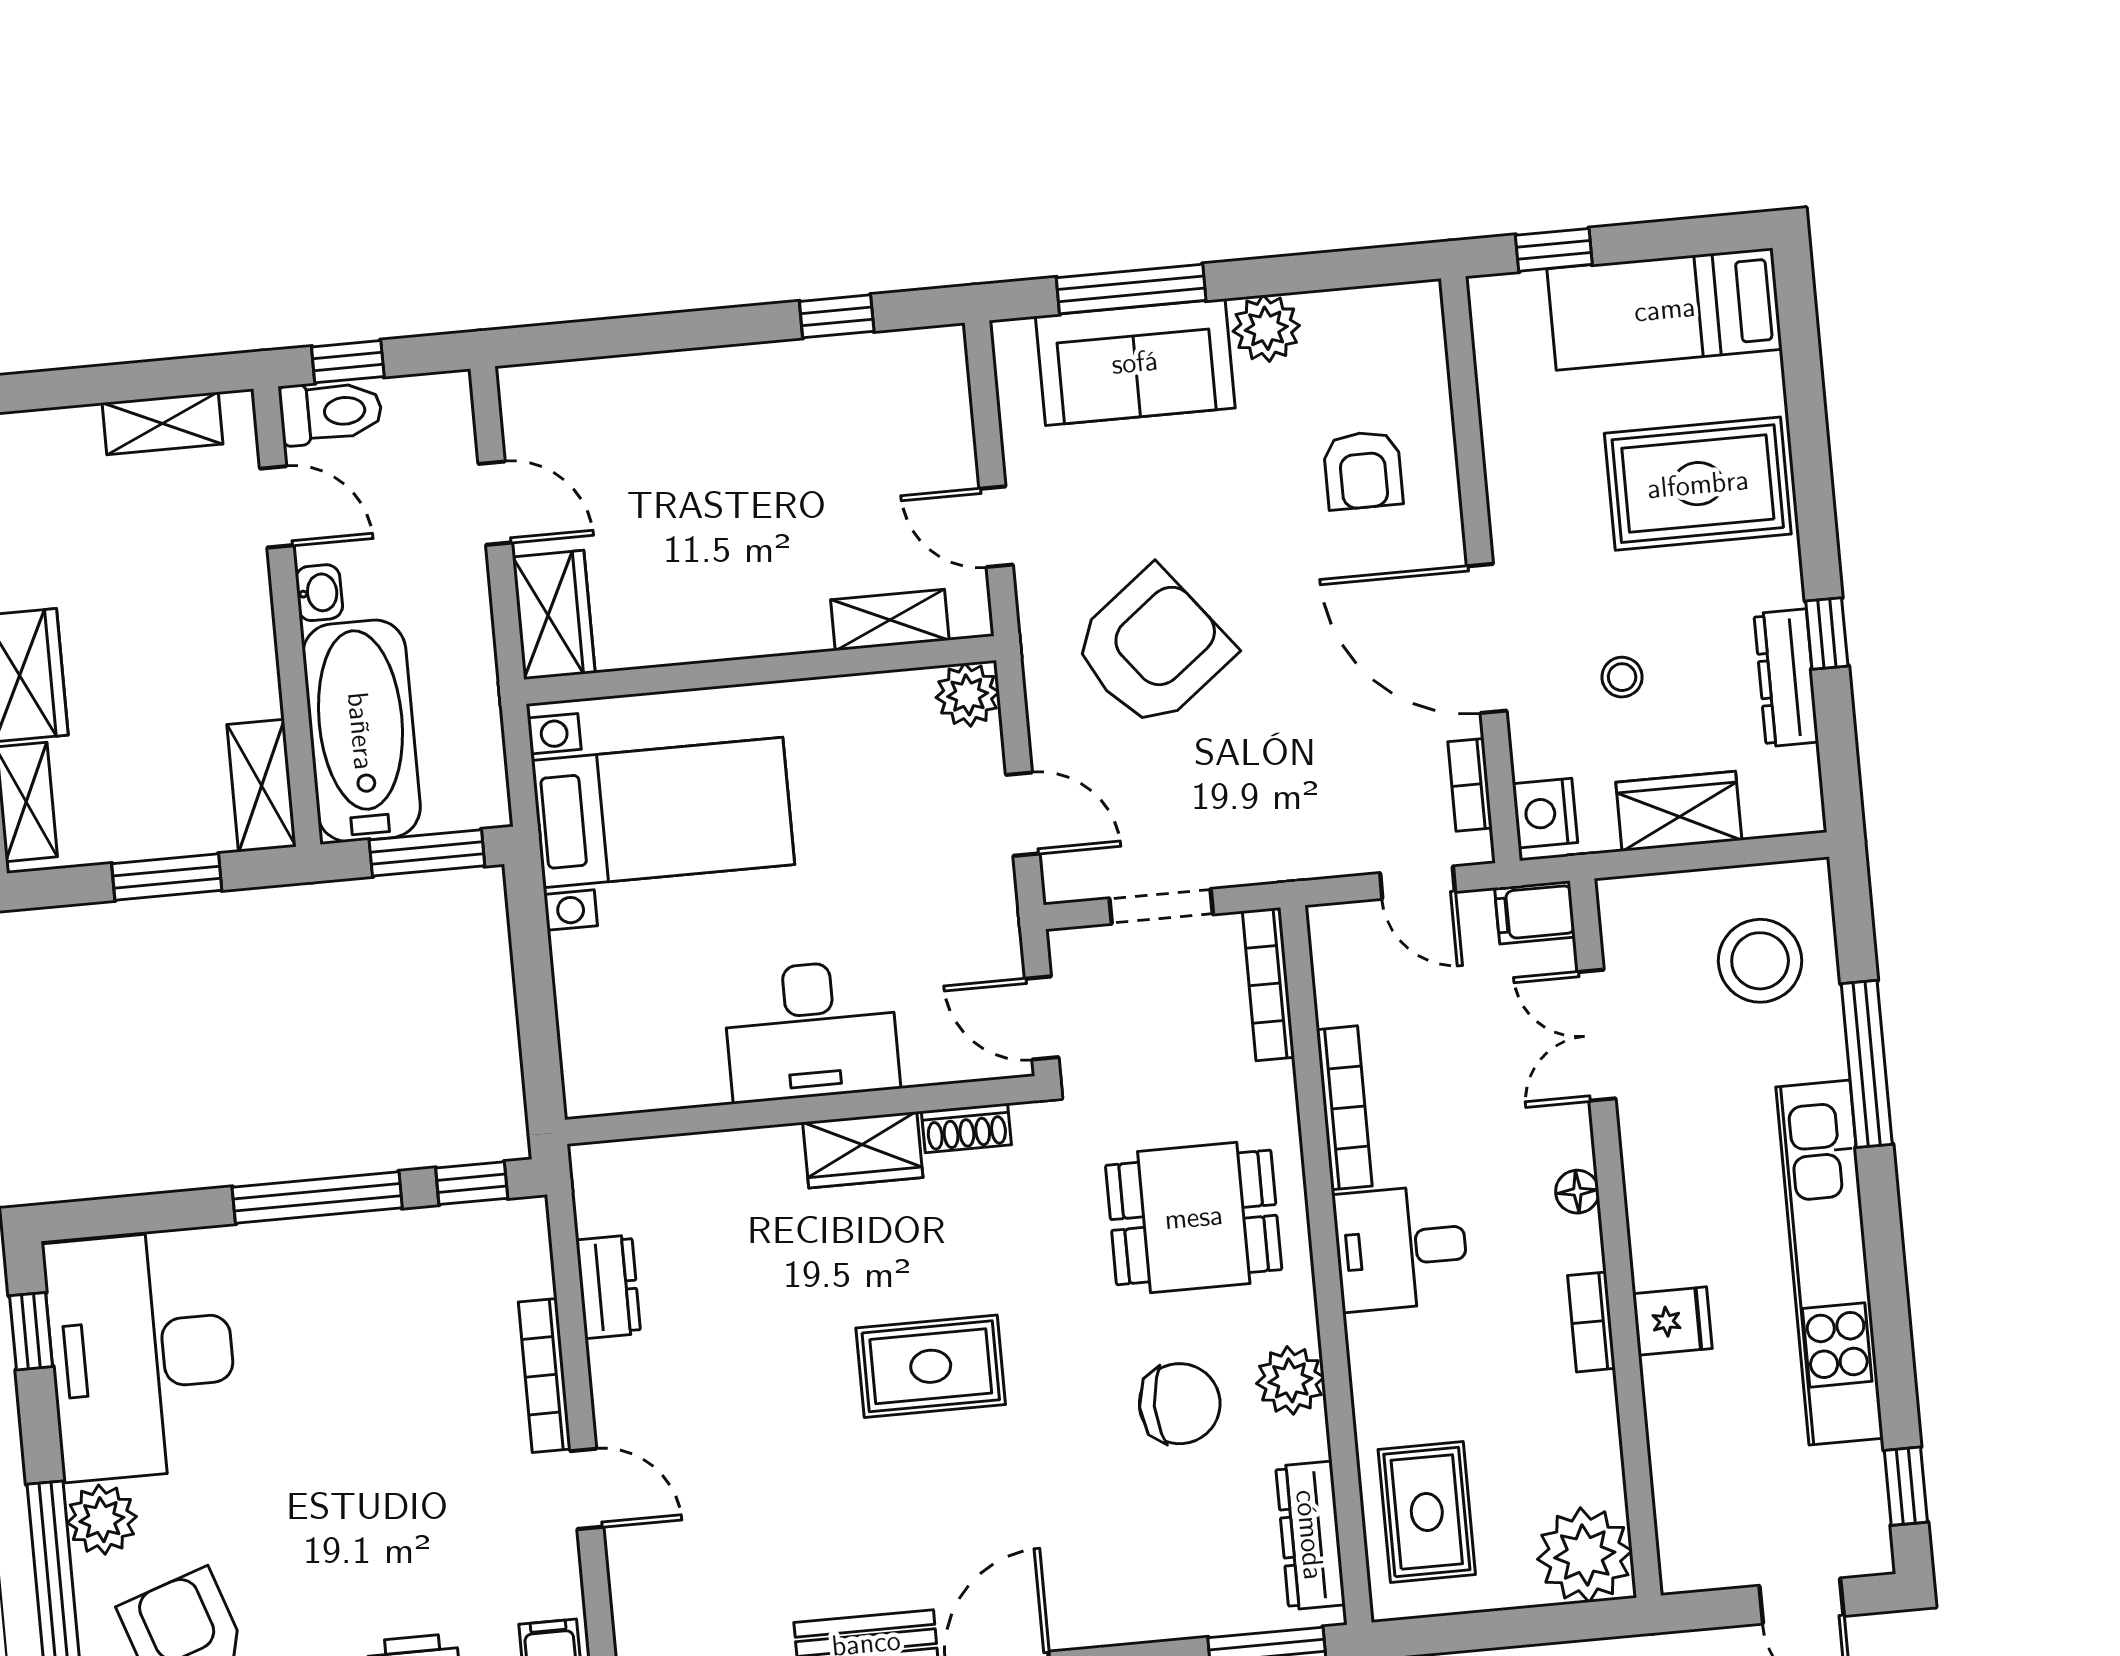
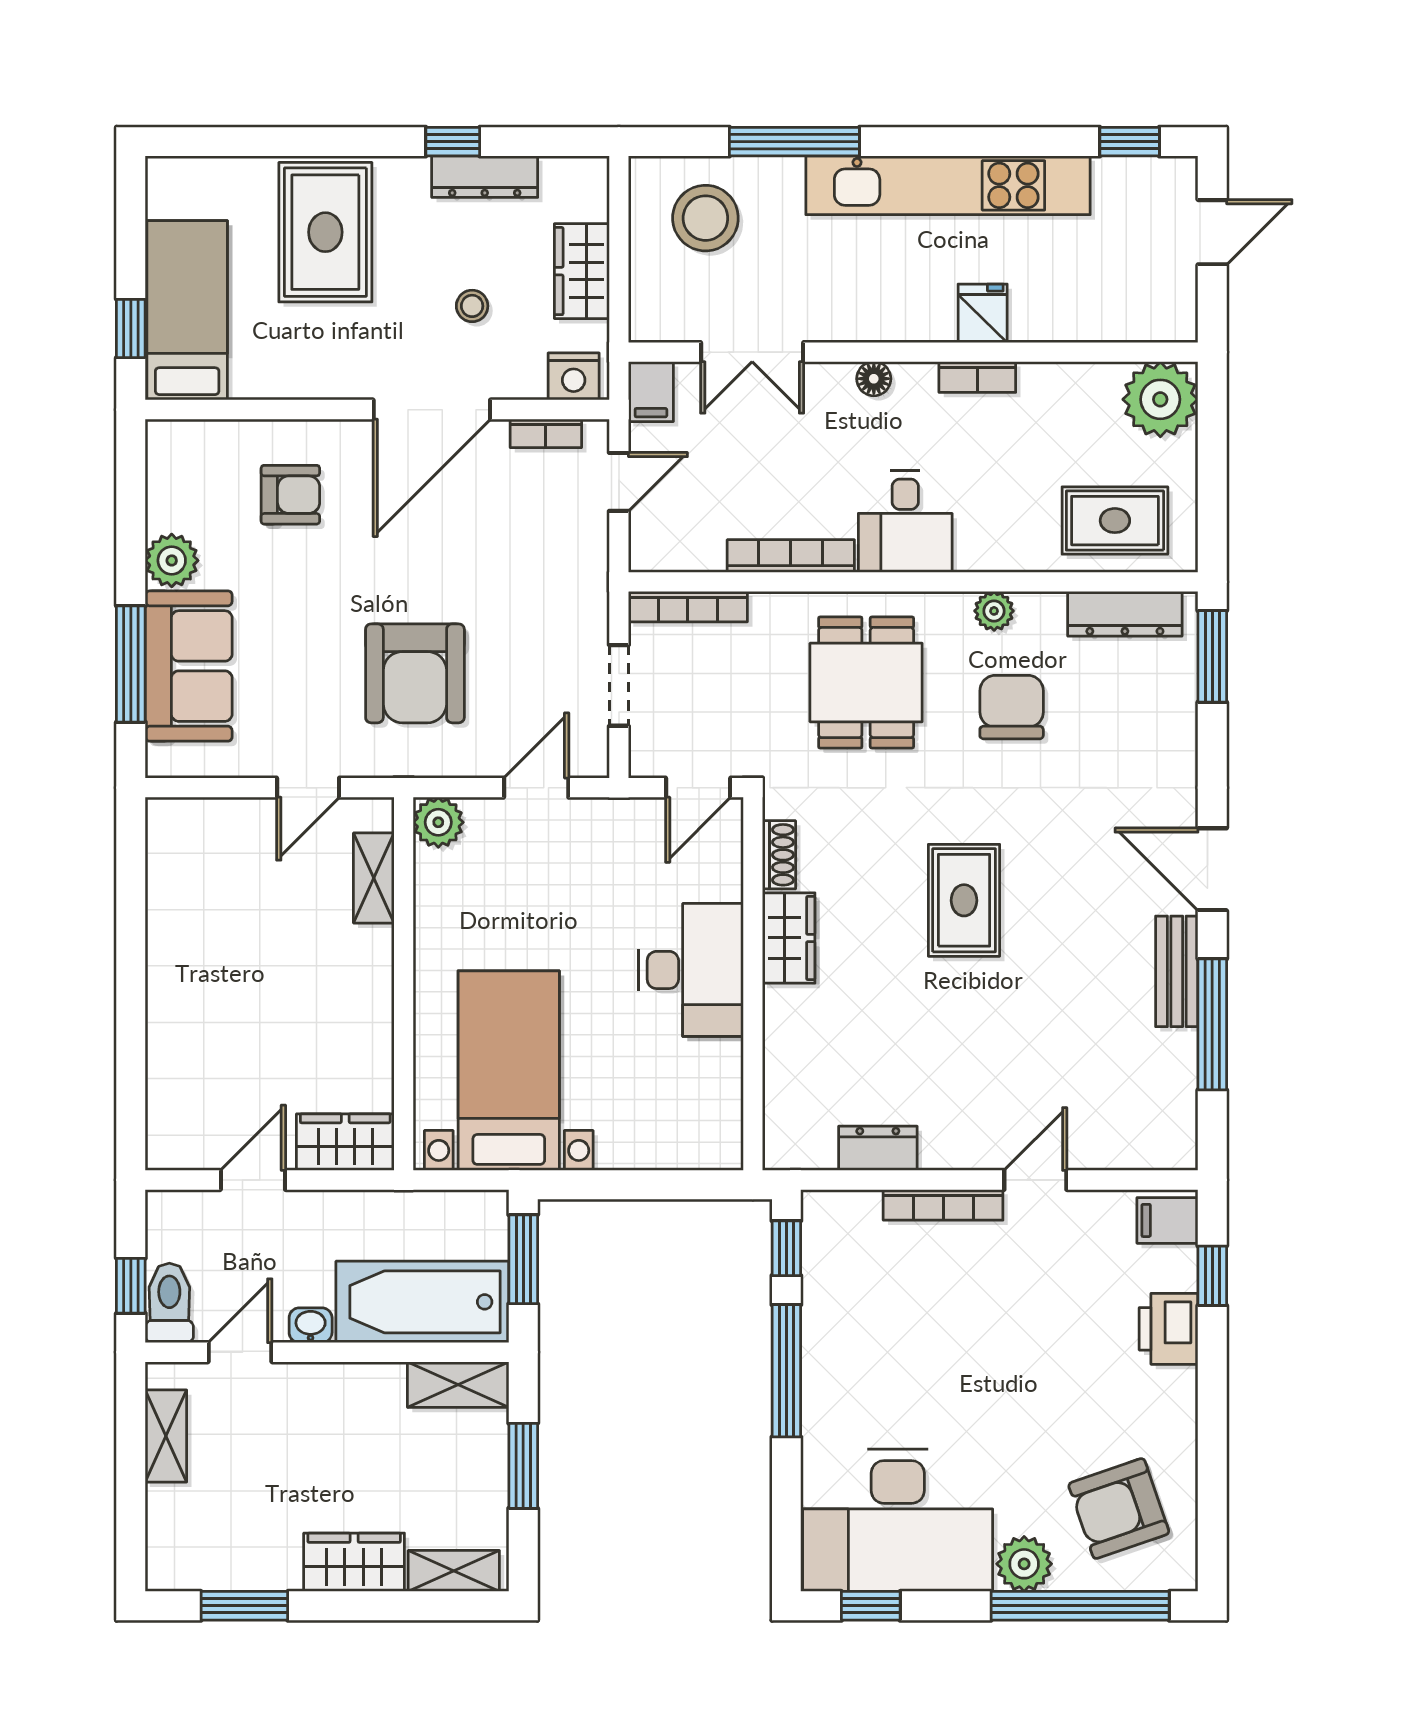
bed: (1665, 309) -> (187, 310), moved, turned 180
window: (837, 316) -> (131, 898), removed
armchair: (1152, 648) -> (415, 673), turned -142
plant: (1290, 1380) -> (994, 611), width x0.73, depth x0.73

